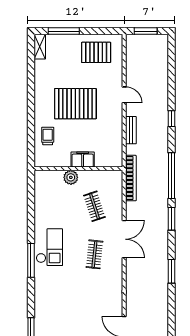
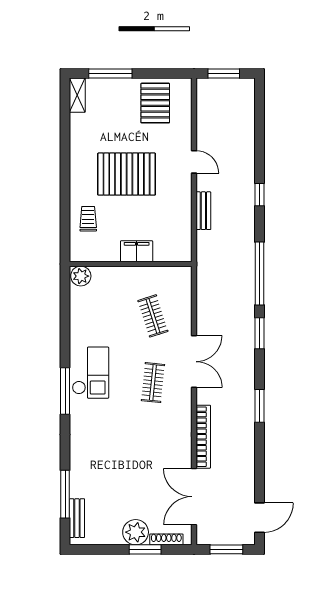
pallet: (96, 52) -> (155, 103), turned 90
plant: (71, 177) -> (81, 276), moved
bookcase: (131, 178) -> (203, 437), moved

